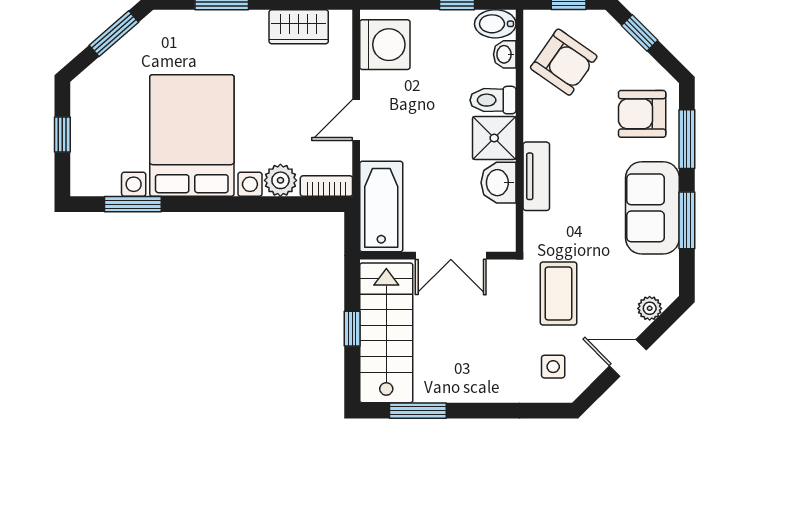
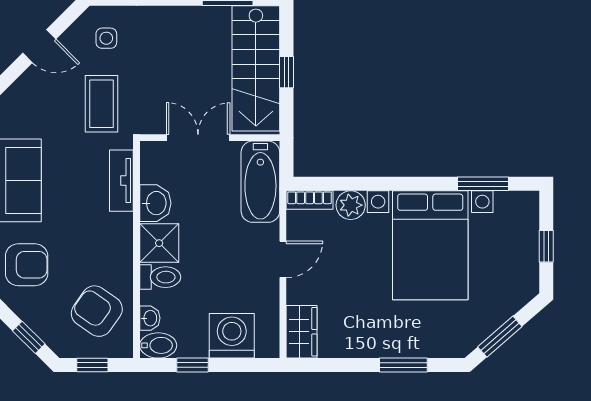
wardrobe: (299, 27) -> (302, 332), moved, turned 90
washing machine: (385, 45) -> (232, 336), moved, turned 90
tv unit: (536, 176) -> (121, 181), moved
plant: (650, 308) -> (20, 90), removed

